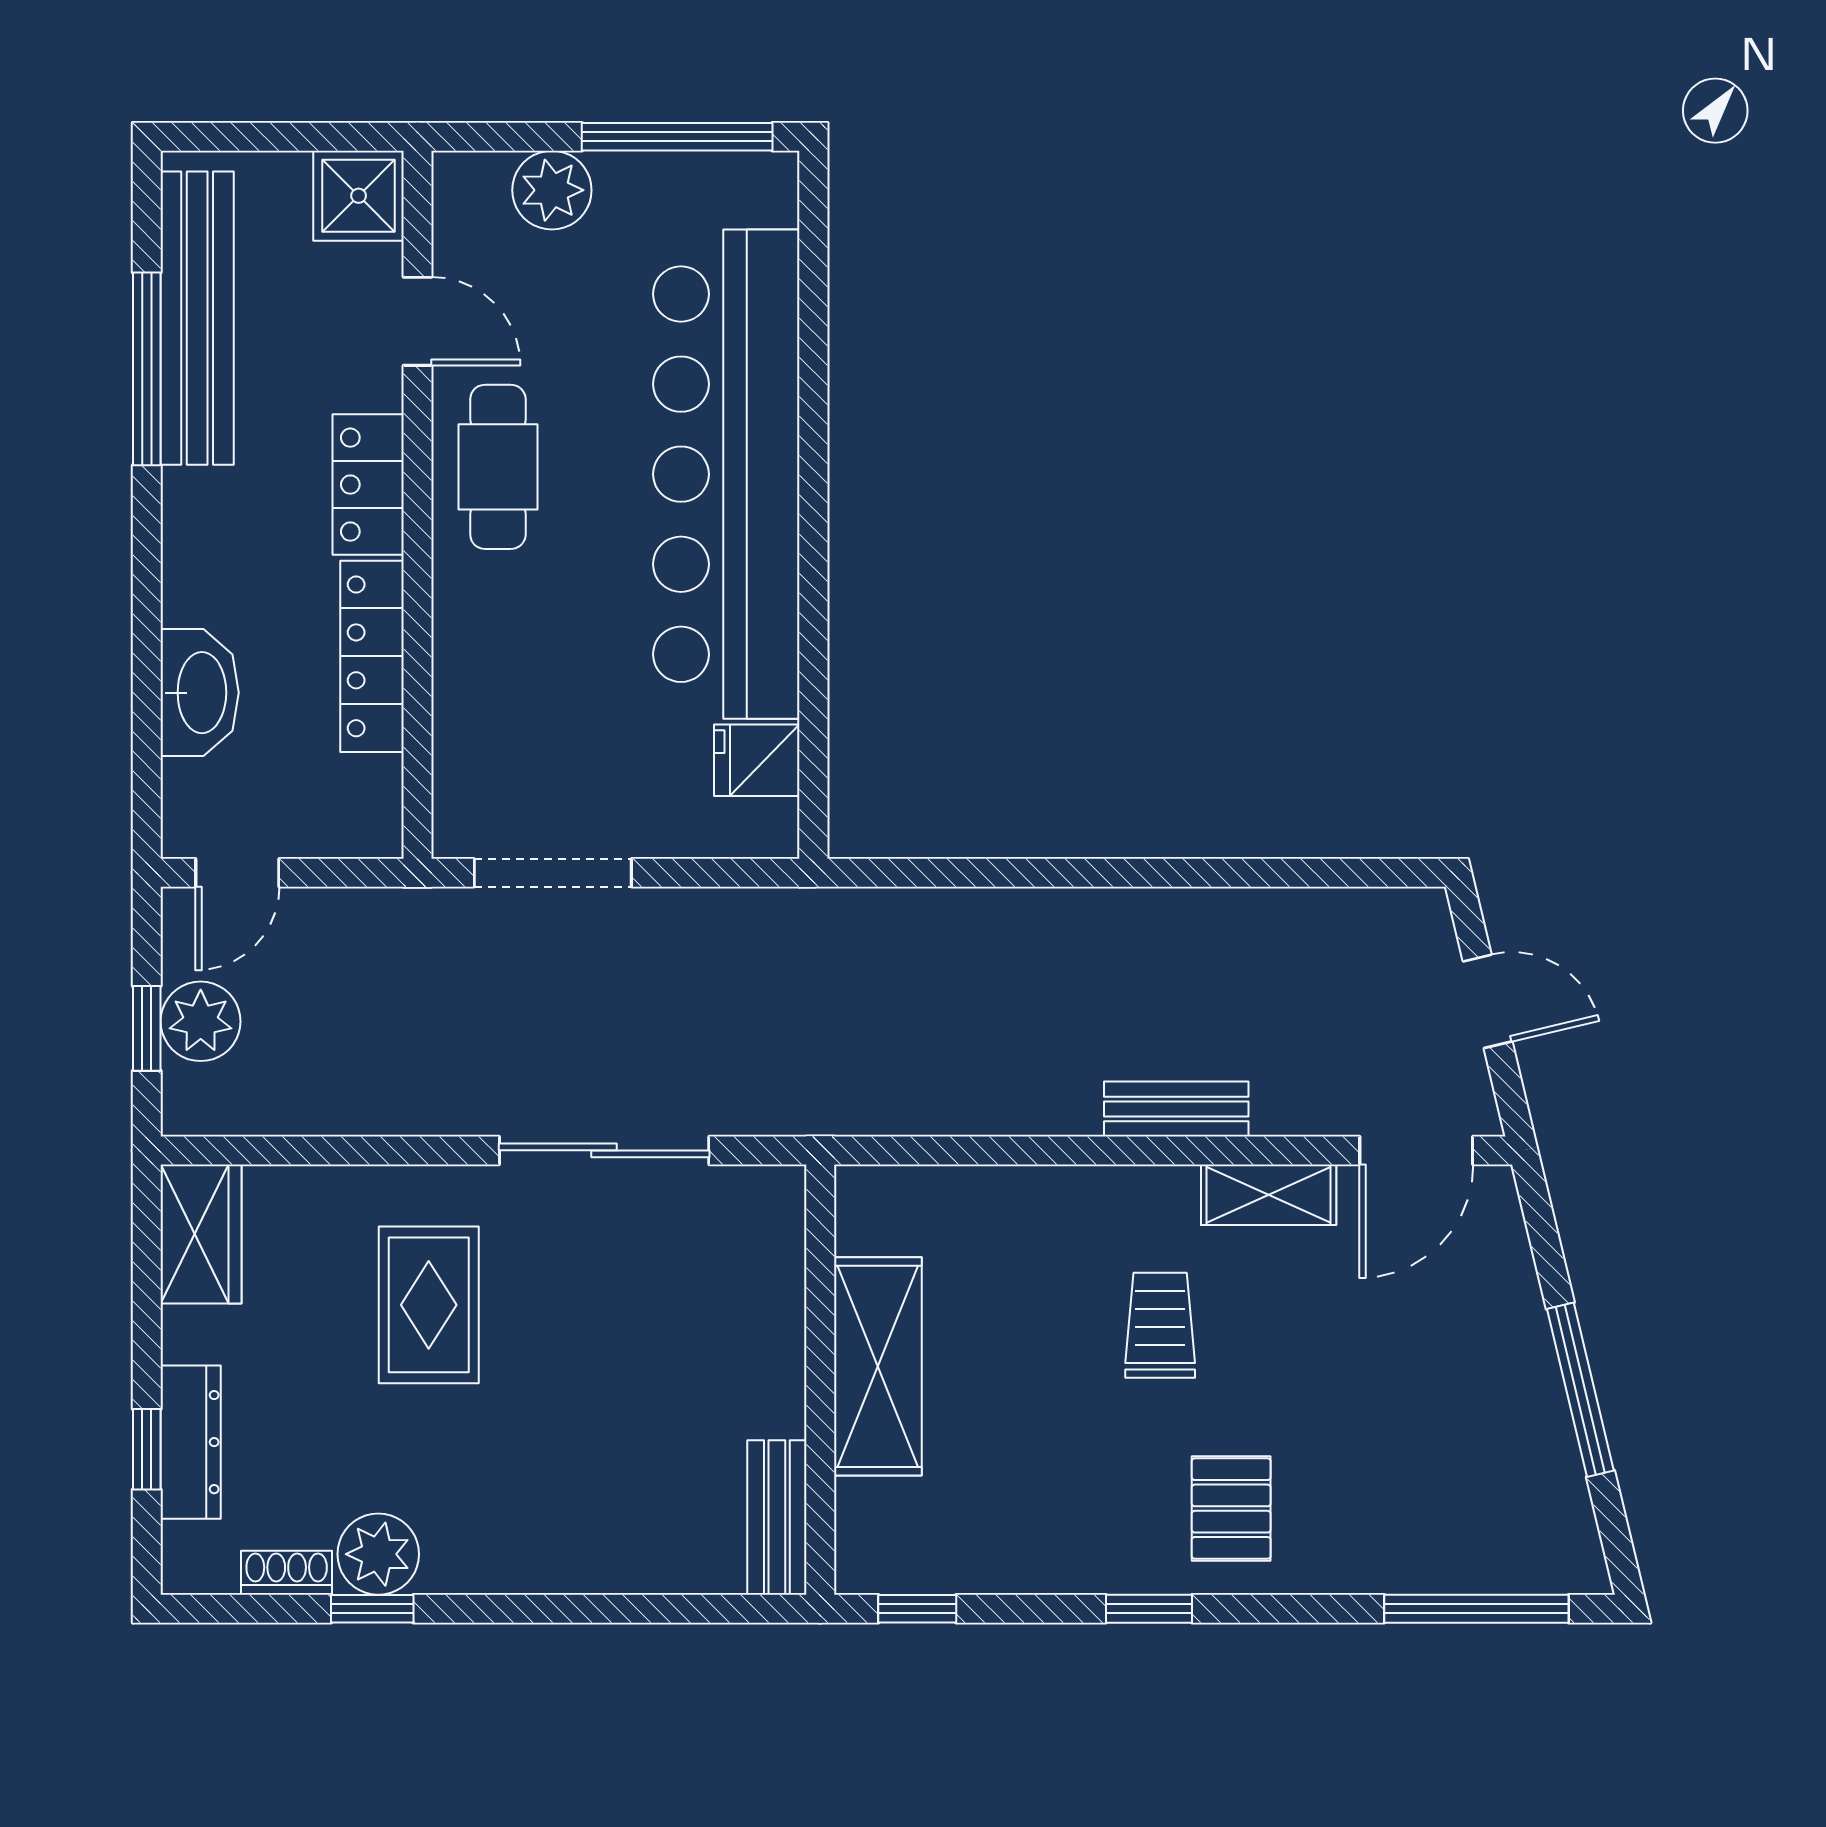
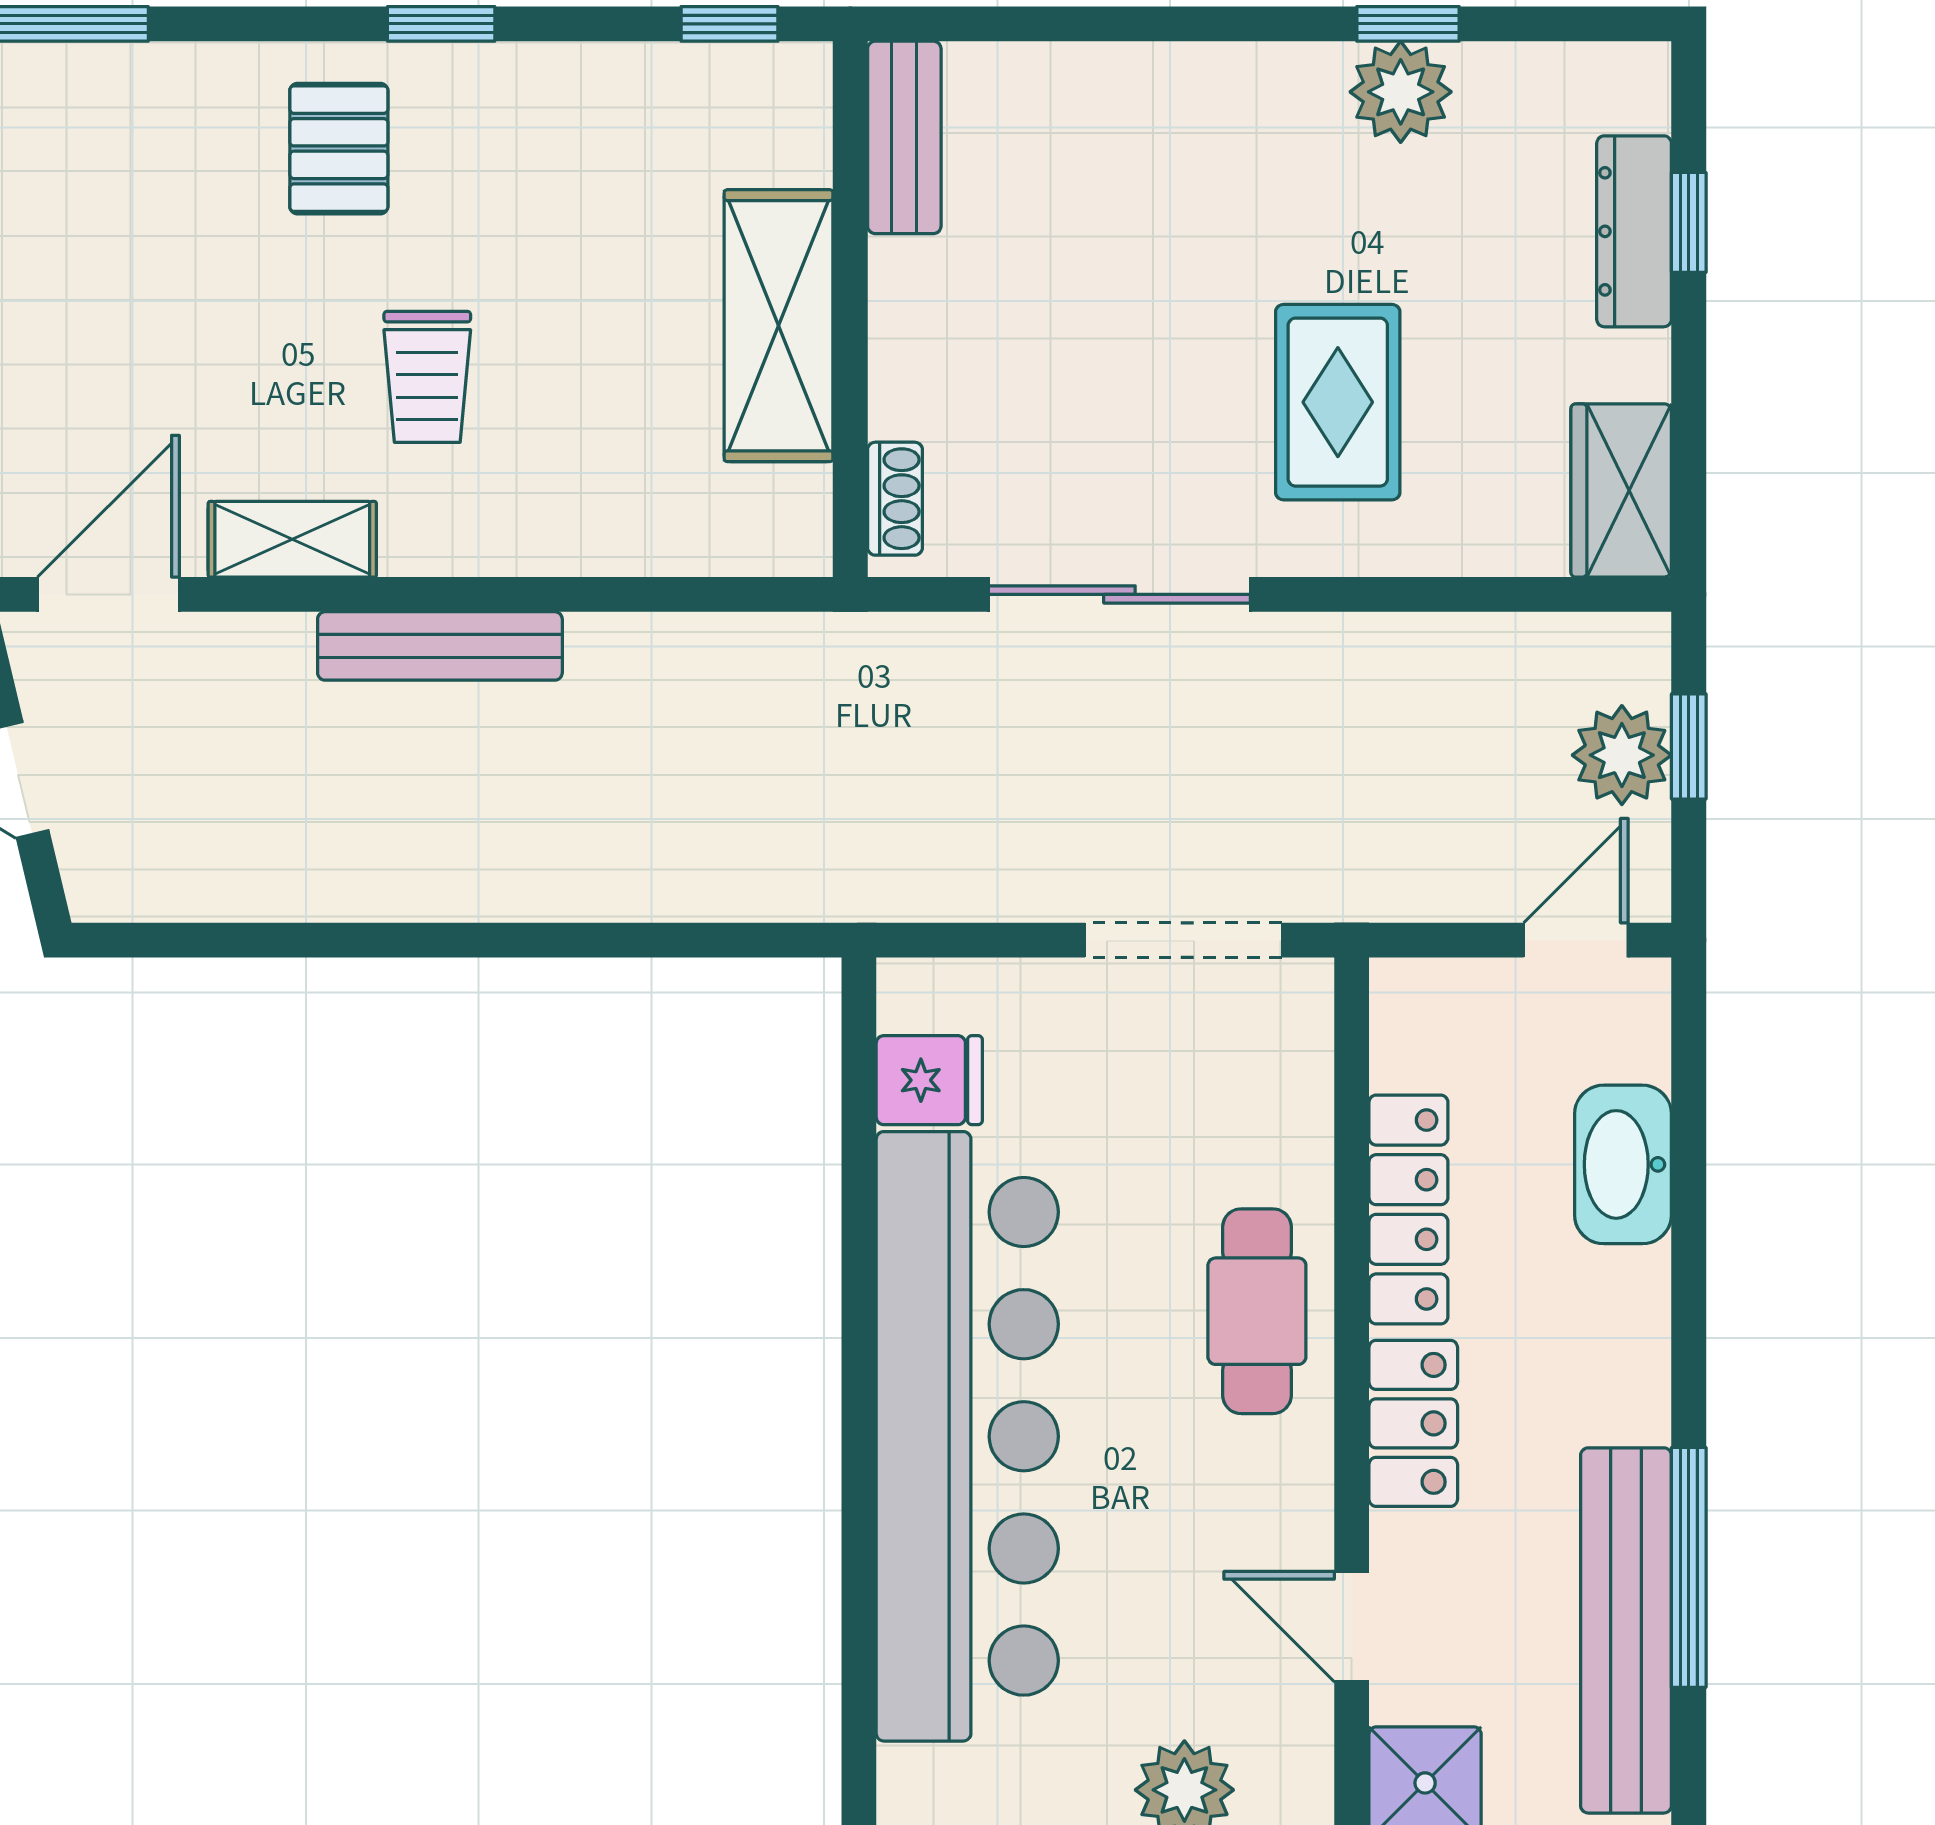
cafe table: (498, 467) -> (1257, 1311), moved
bench: (1176, 1109) -> (440, 646), width x1.36
shoe rack: (287, 1573) -> (895, 499), moved, turned -90

